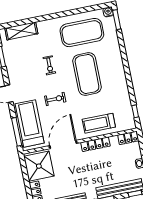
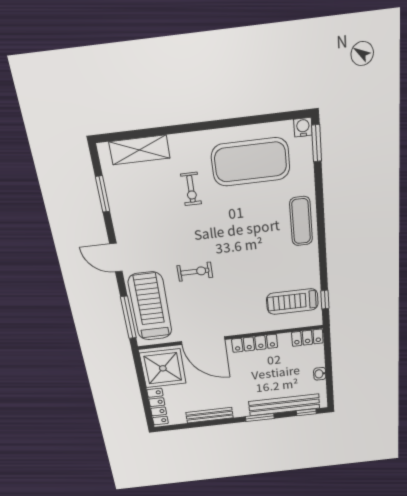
exercise bike: (49, 65) -> (191, 189), moved
exercise mat: (87, 74) -> (301, 221), moved, width x0.50, depth x0.69
treadmill: (99, 123) -> (292, 302), moved
door: (63, 144) -> (203, 341), swing flipped

